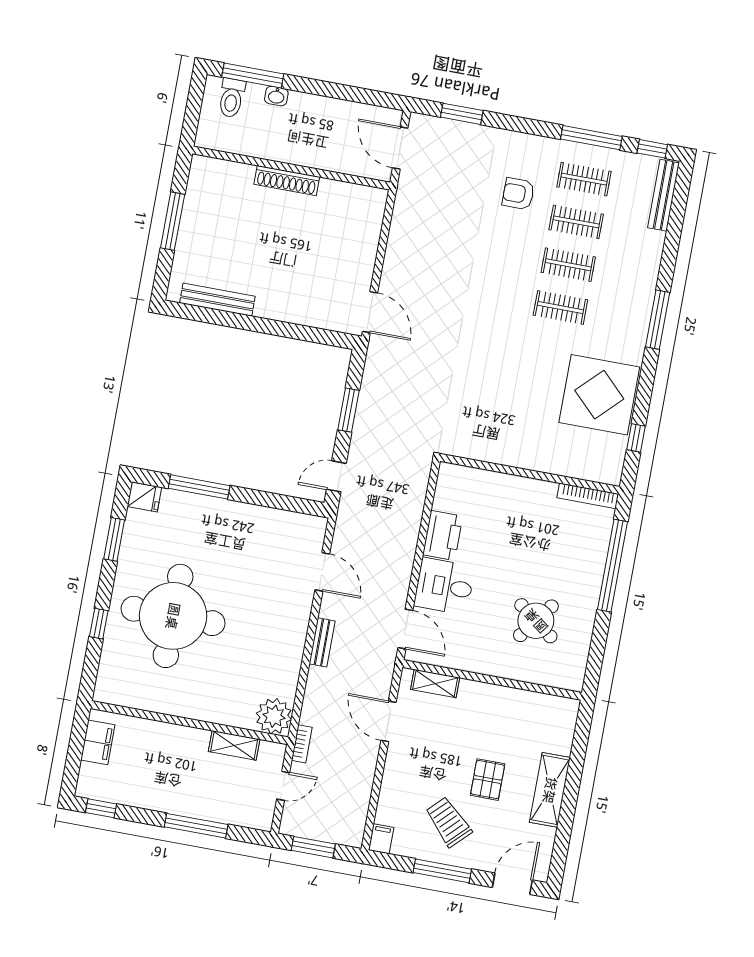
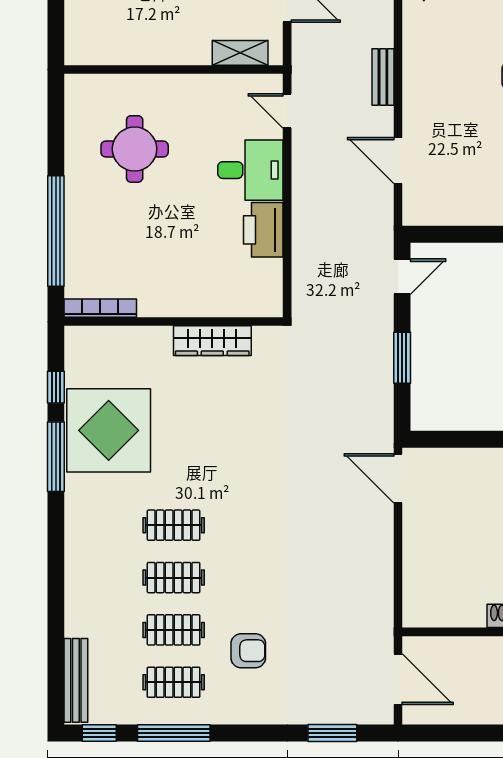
window: (658, 320) -> (56, 457), moved
wardrobe: (501, 452) -> (212, 341), added
round table: (536, 621) -> (135, 149), turned -37
door: (405, 629) -> (287, 111), width x0.73

